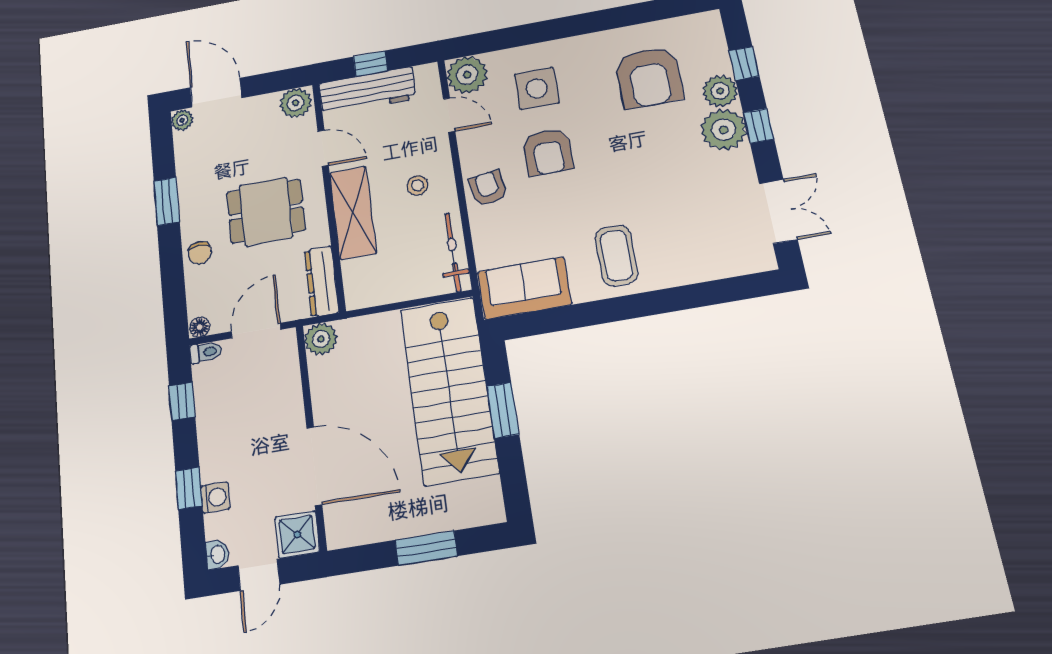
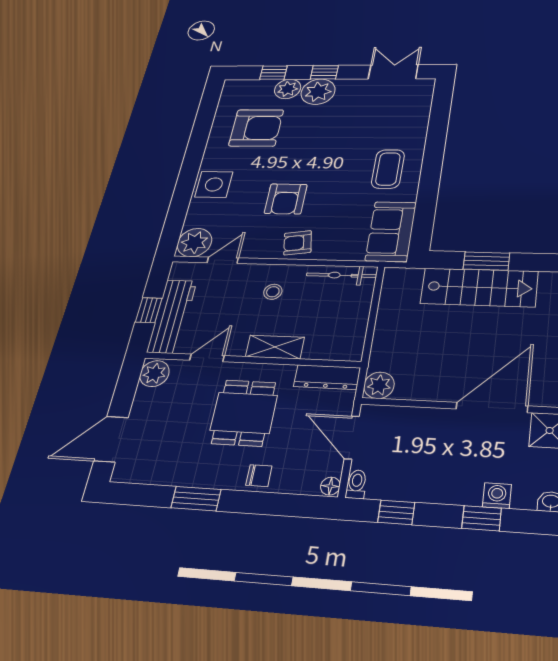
side table: (537, 88) -> (214, 184), moved
plant: (182, 120) -> (123, 473), removed
armchair: (548, 152) -> (286, 199), turned 90
shelving: (353, 213) -> (275, 347), width x0.67, depth x0.75
coffee table: (616, 256) -> (388, 169), turned 90
stairs: (449, 390) -> (479, 287), width x0.73, depth x0.66

